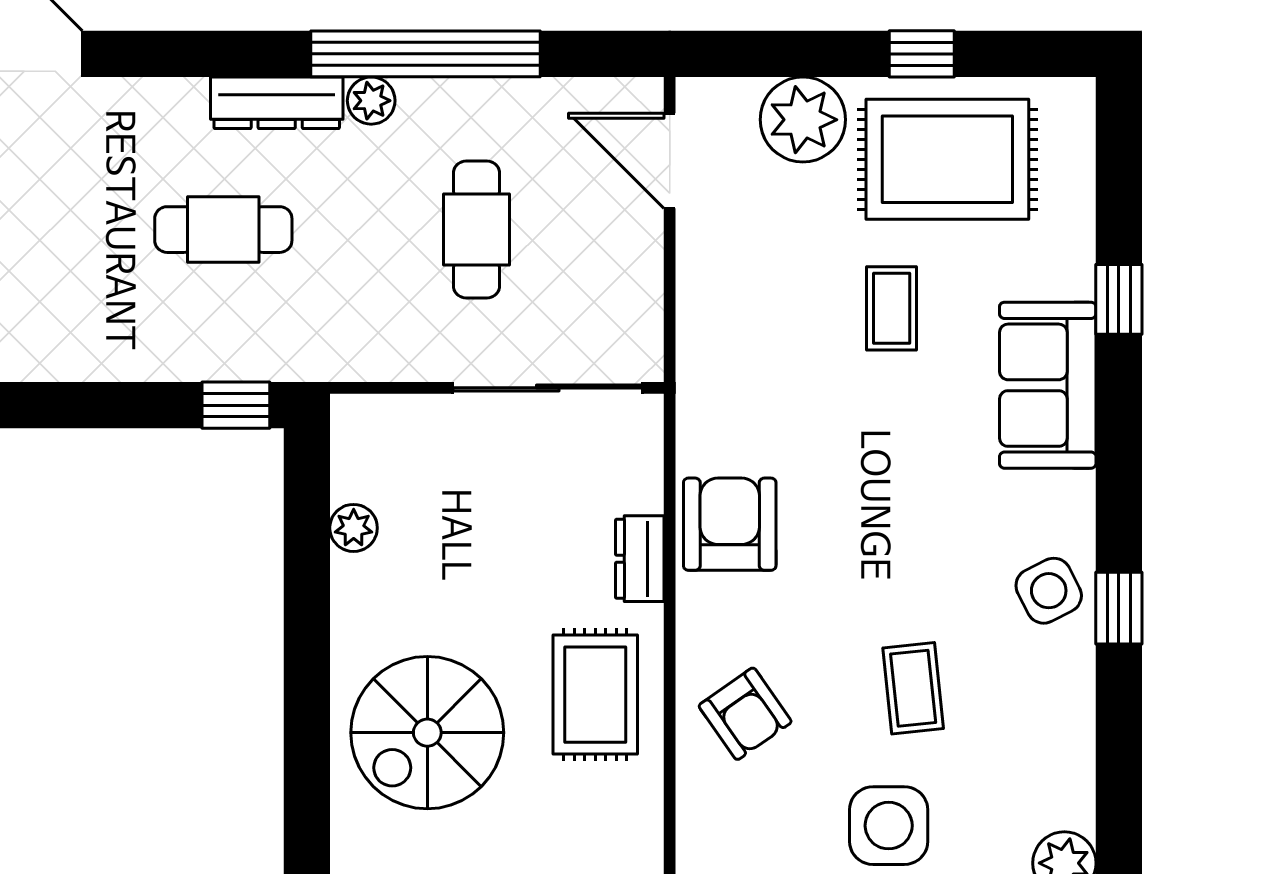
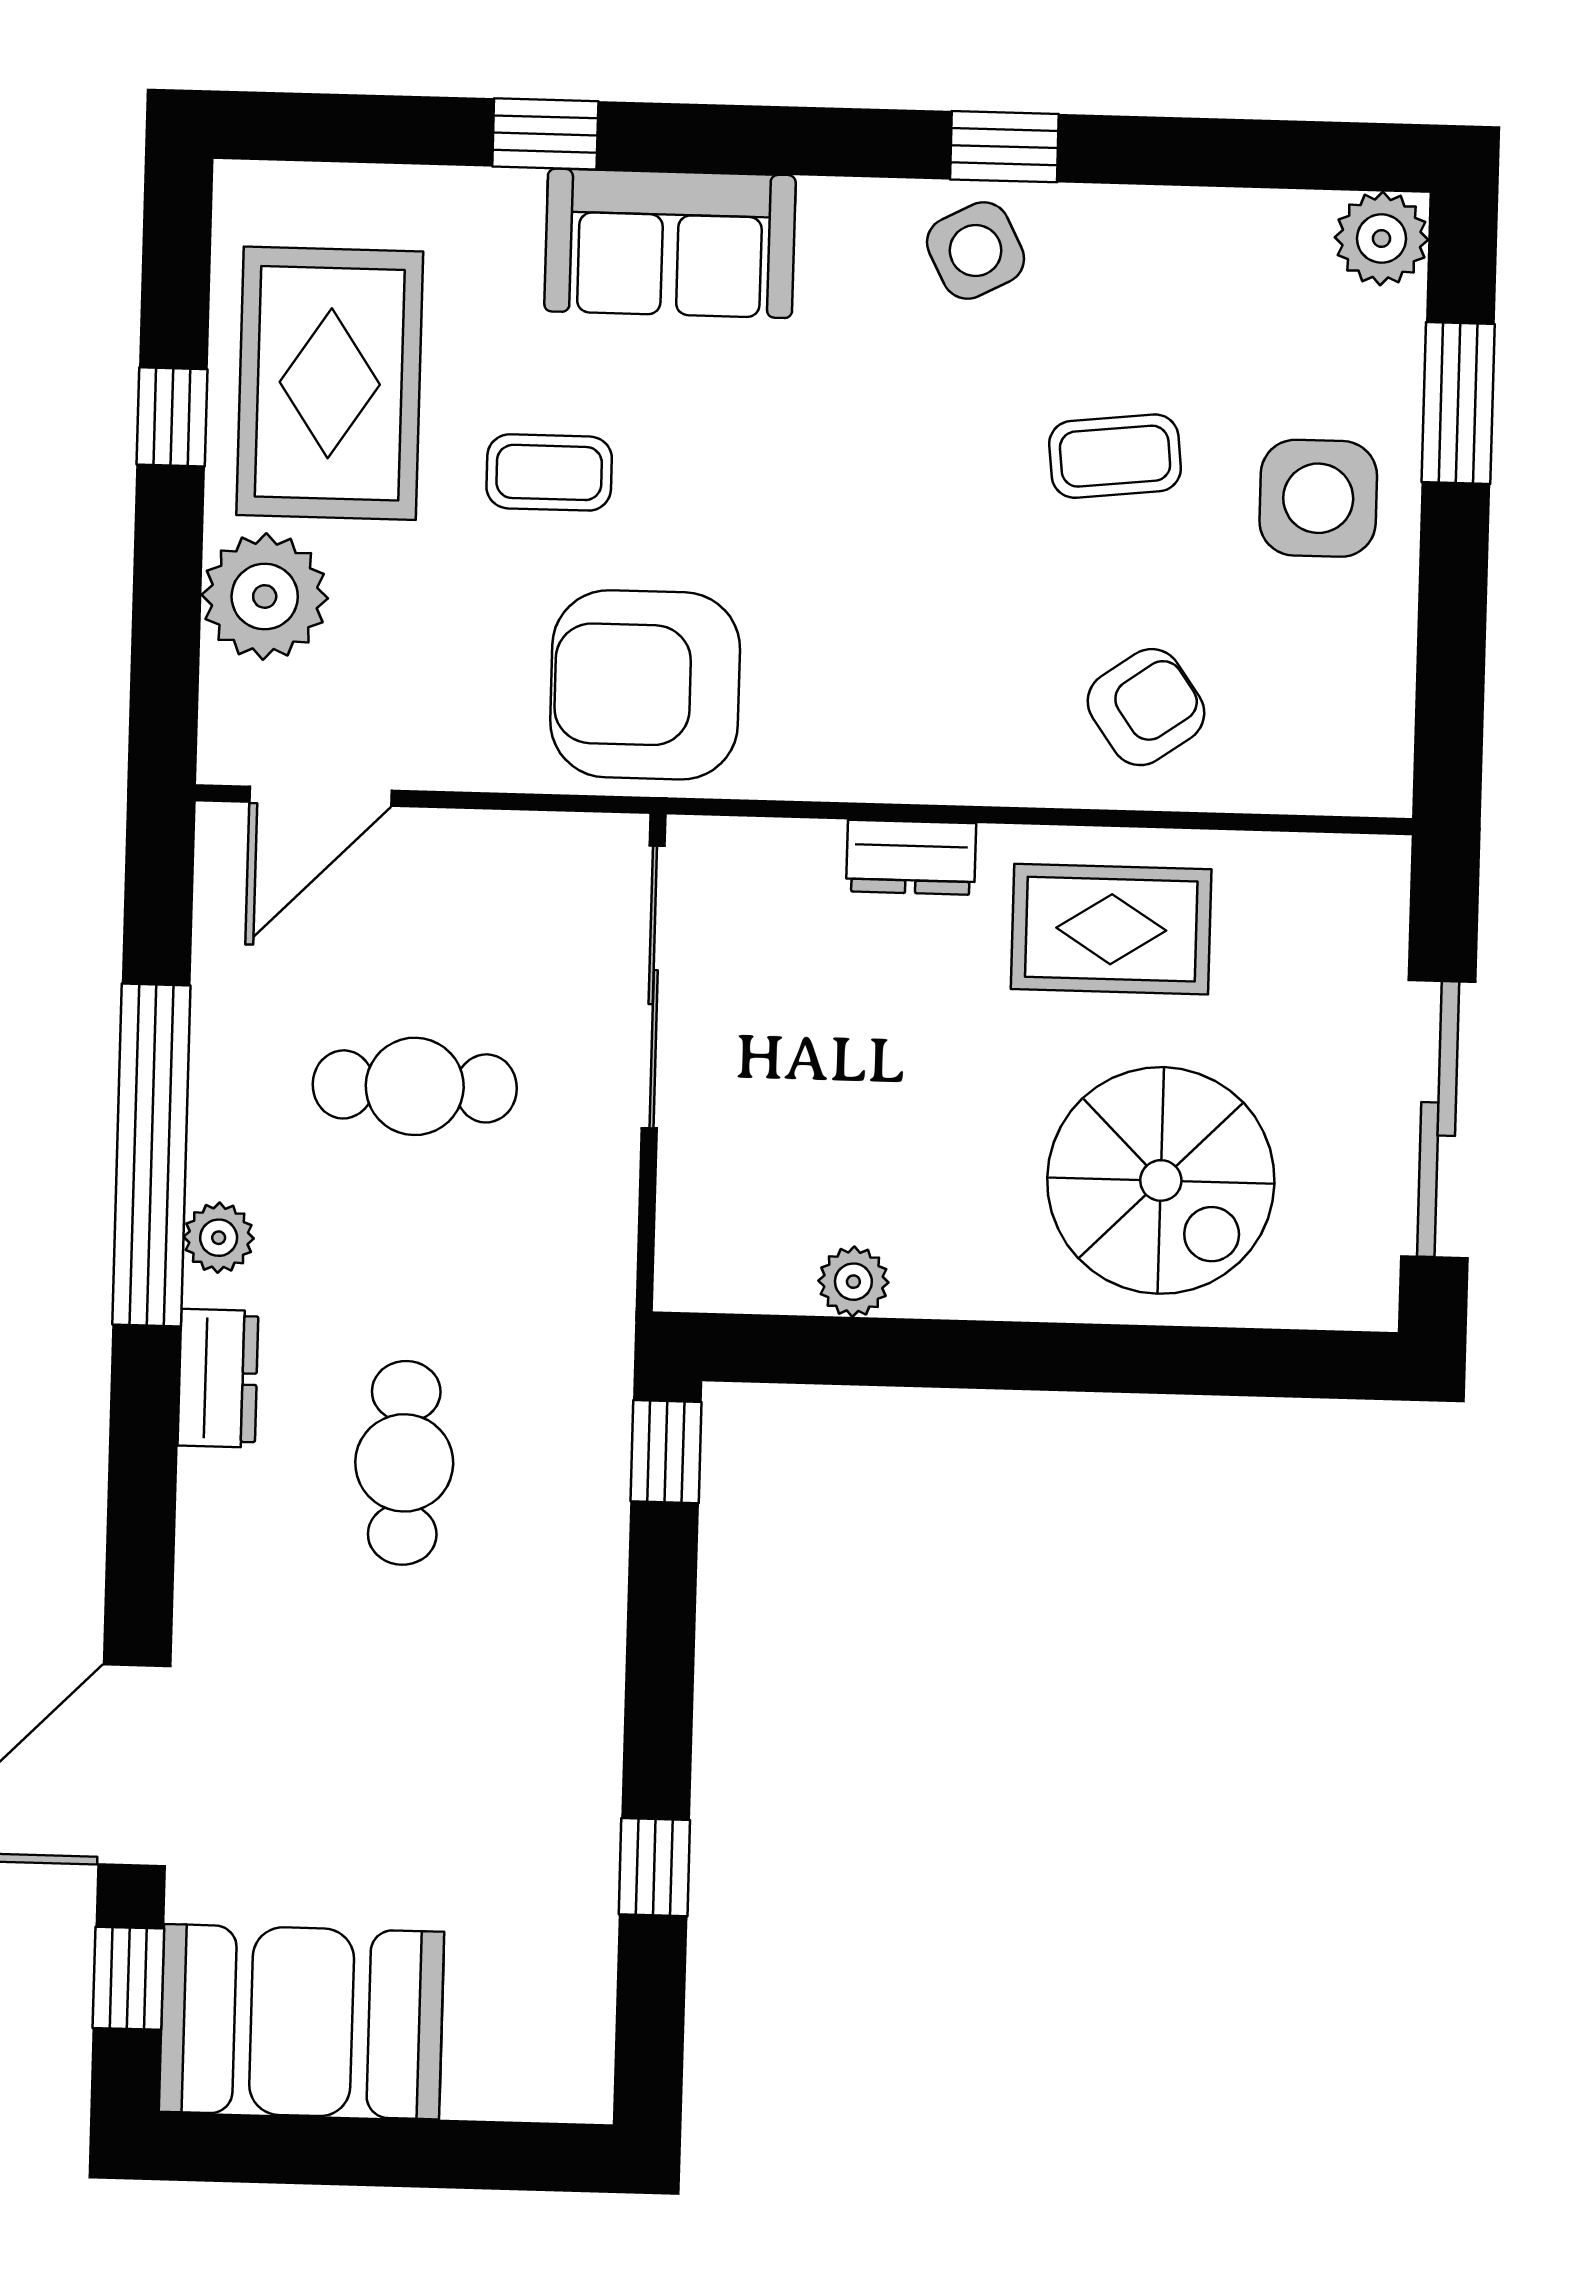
dresser: (277, 103) -> (218, 1378), width x0.70
armchair: (730, 524) -> (645, 685), moved, width x1.36, depth x1.36

